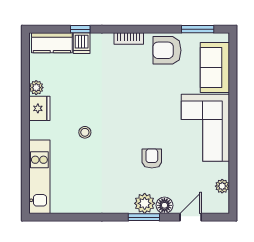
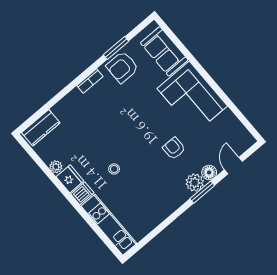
window: (80, 29) -> (52, 102), removed
window: (198, 29) -> (116, 48), moved
dishwasher: (82, 43) -> (82, 193), moved, turned -90
plant: (222, 186) -> (237, 127), removed

